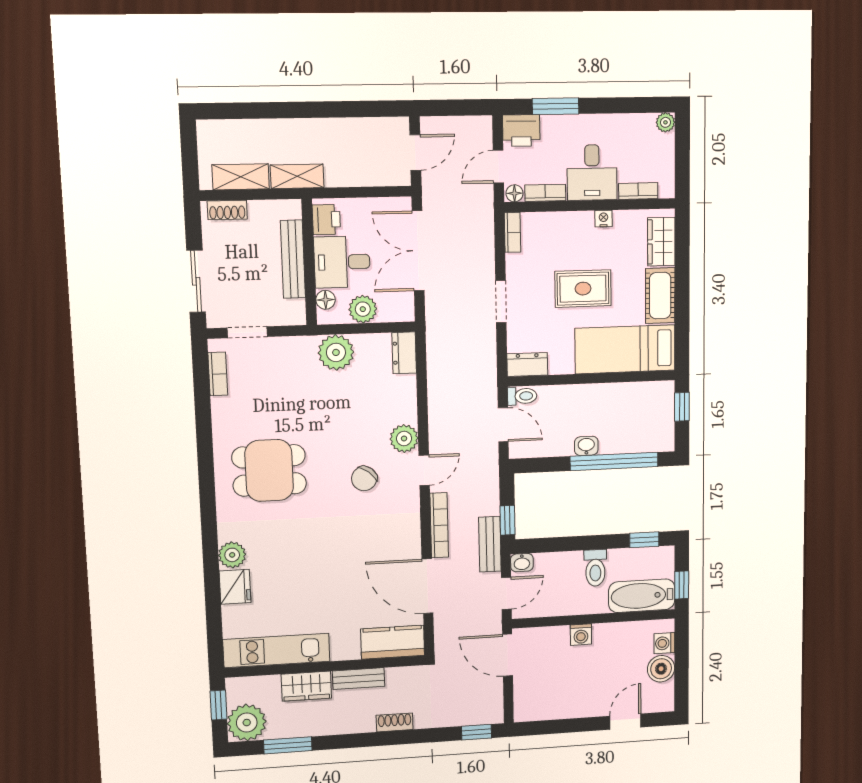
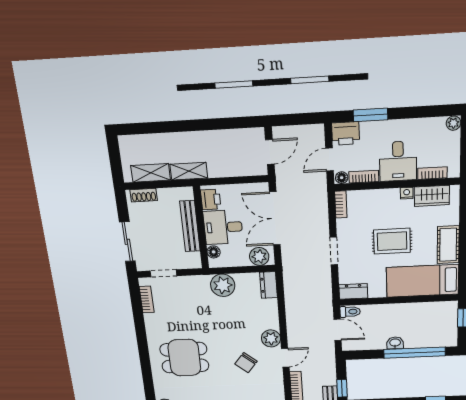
wardrobe: (661, 242) -> (432, 196), moved, turned -90
plant: (363, 309) -> (259, 256), moved

